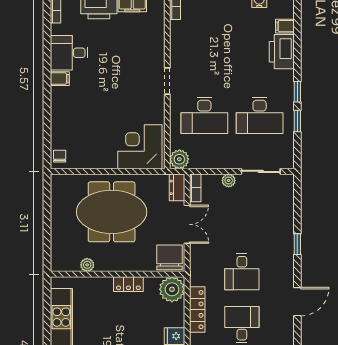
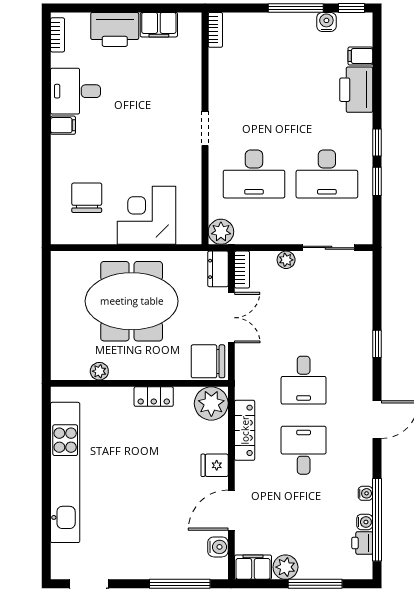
corner desk: (140, 147) -> (147, 215), moved
chair: (60, 156) -> (87, 198), moved, width x1.87, depth x1.87
chair: (169, 257) -> (208, 361), turned -90

